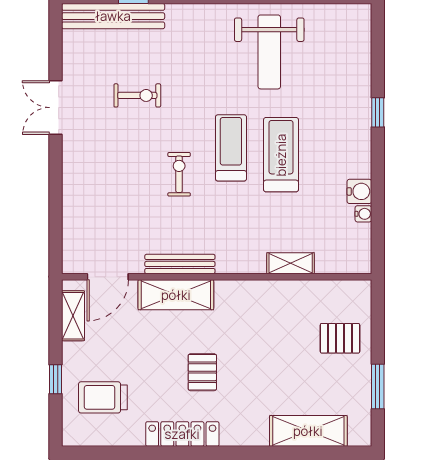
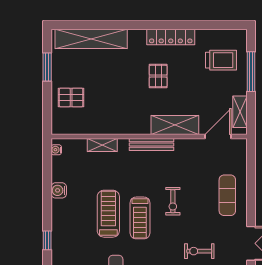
treadmill: (281, 155) -> (108, 214), turned 180
exercise mat: (93, 184) -> (227, 195), added
water cooler: (363, 214) -> (56, 150), moved
bench: (180, 264) -> (152, 144), moved
window: (56, 379) -> (251, 72), width x2.17
shelving: (308, 431) -> (91, 39), width x1.47

